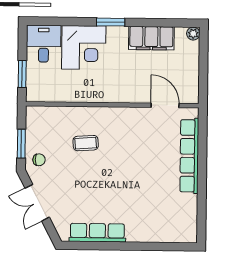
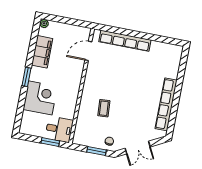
desk: (44, 44) -> (59, 129), moved, turned 180
row of seats: (97, 233) -> (166, 104), width x1.36

